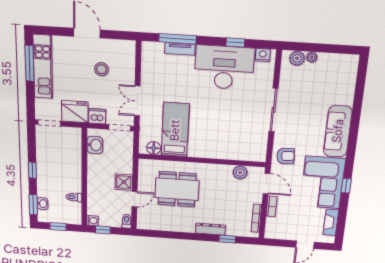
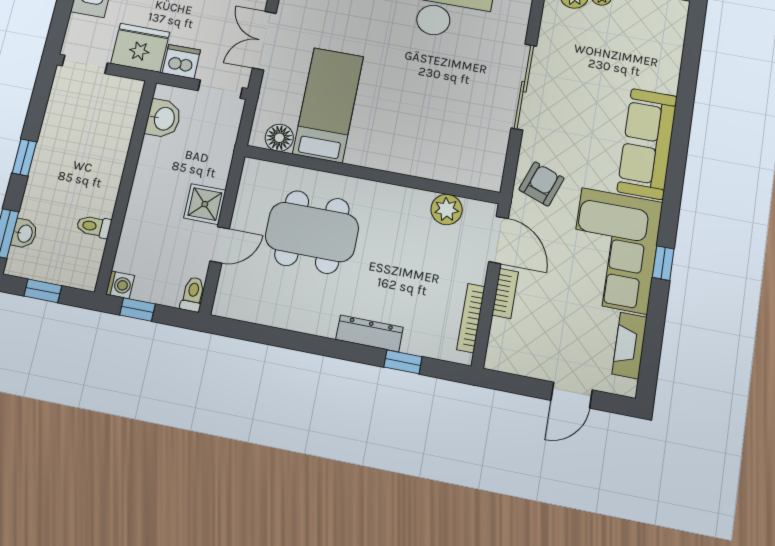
armchair: (286, 156) -> (541, 184), turned -66

